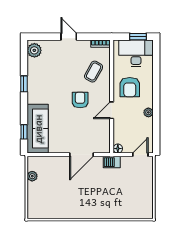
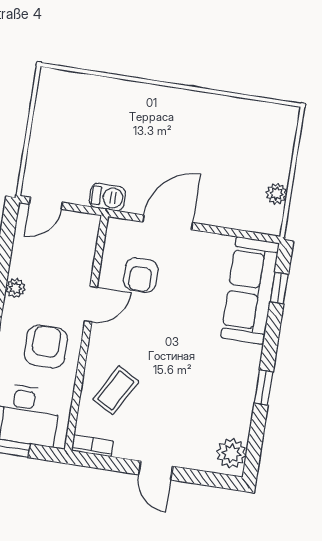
armchair: (80, 100) -> (141, 275), moved
floor lamp: (118, 149) -> (91, 223), removed

